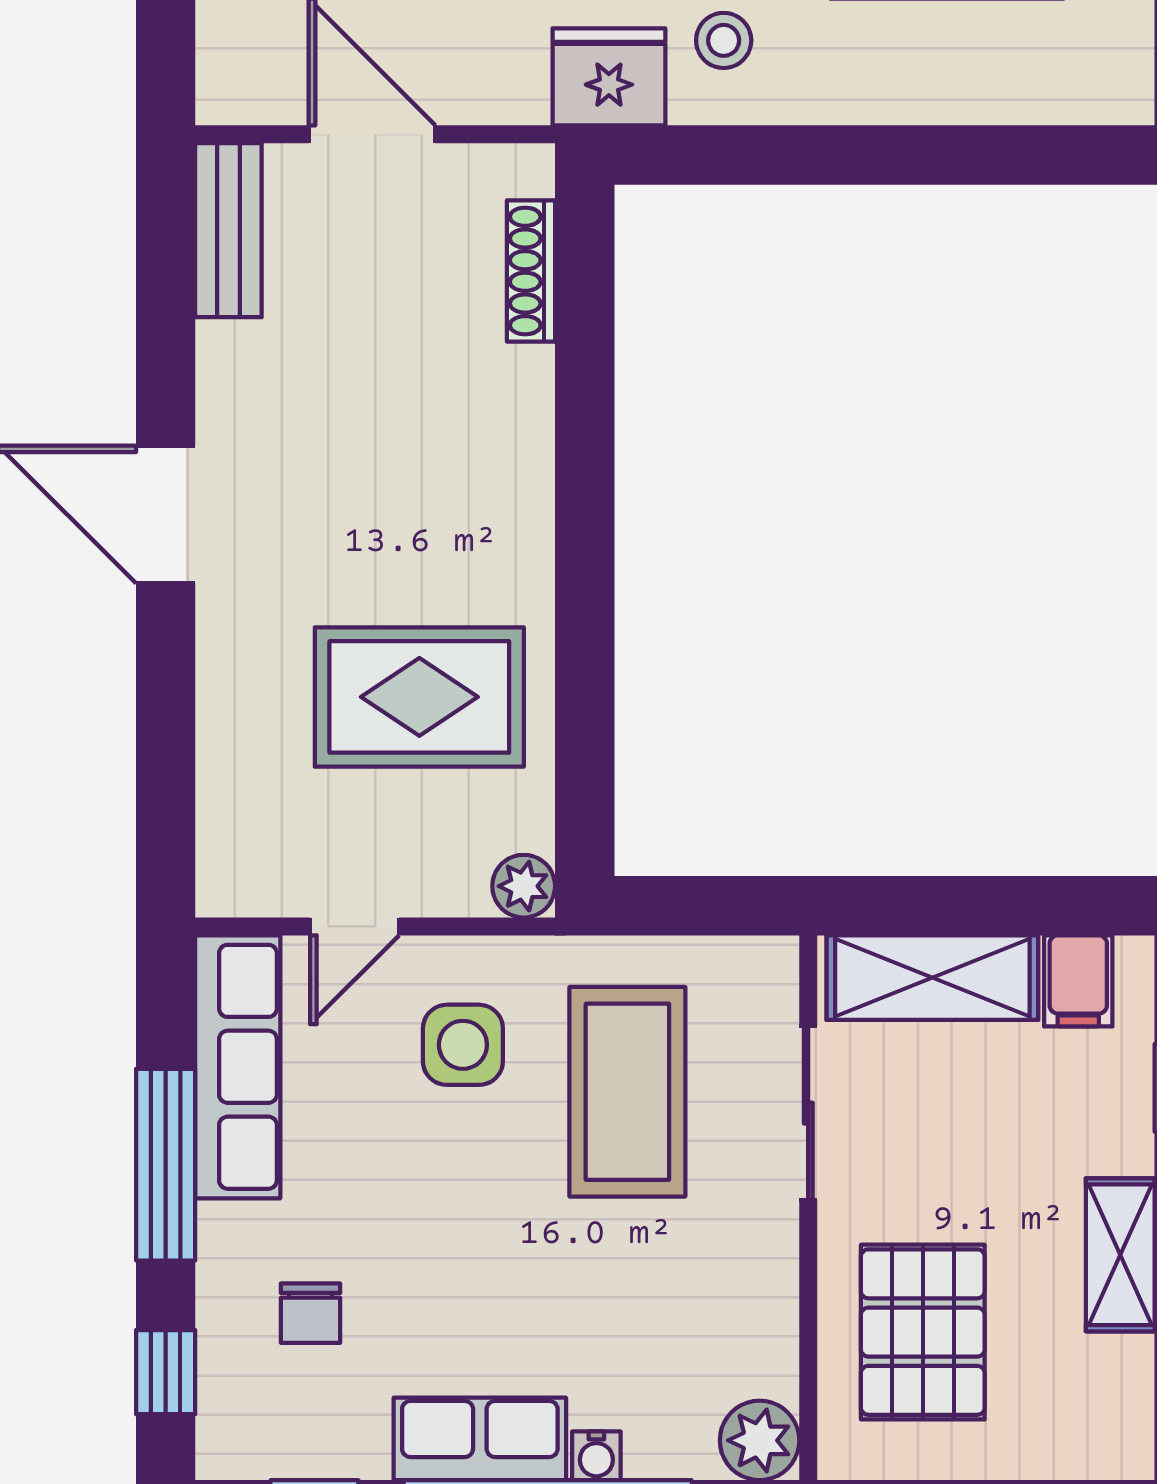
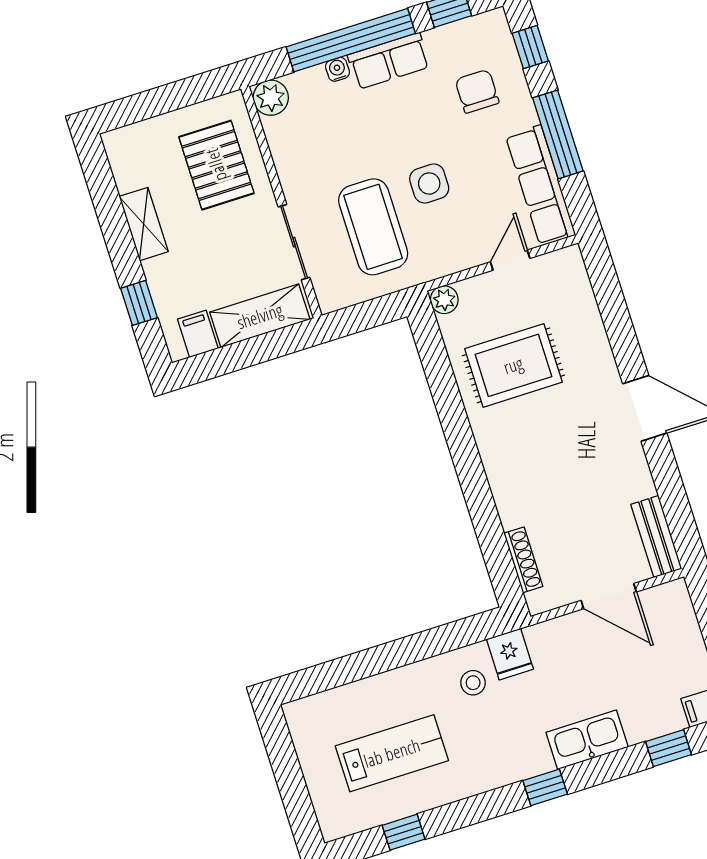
fridge: (609, 77) -> (510, 654), width x0.72
side table: (463, 1045) -> (429, 183), moved
chair: (311, 1313) -> (477, 91), width x1.37, depth x1.37

